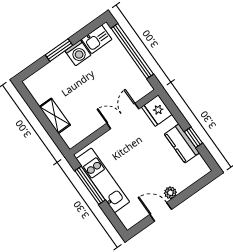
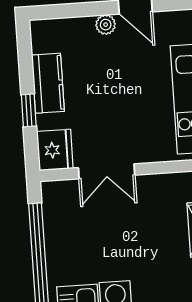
window: (193, 137) -> (29, 110), moved

